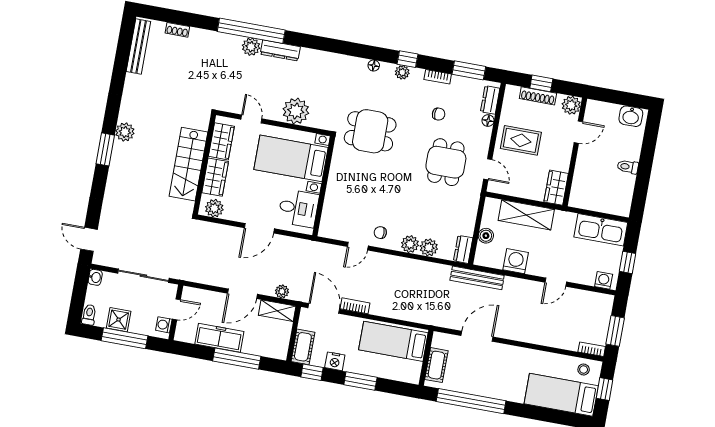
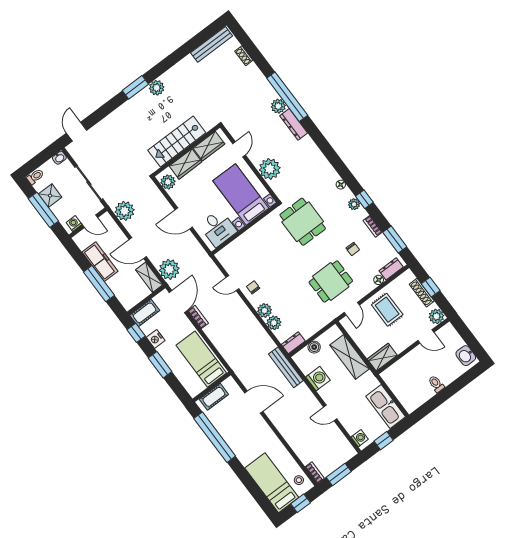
plant: (199, 271) -> (125, 211), added
plant: (282, 291) -> (169, 269), width x1.88, depth x1.88

